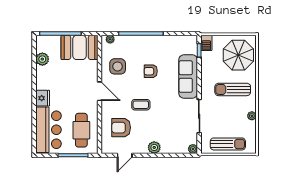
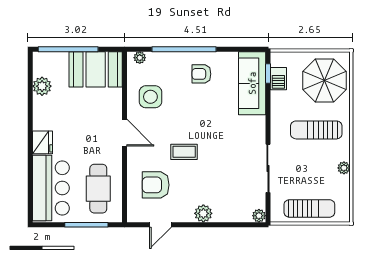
barbecue: (206, 43) -> (278, 79), moved
armchair: (151, 71) -> (201, 74), moved
sofa: (188, 77) -> (252, 83), moved

